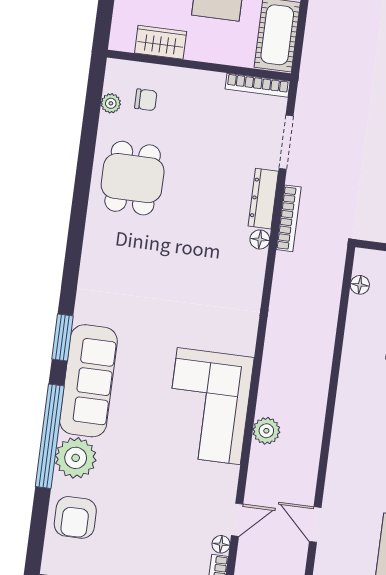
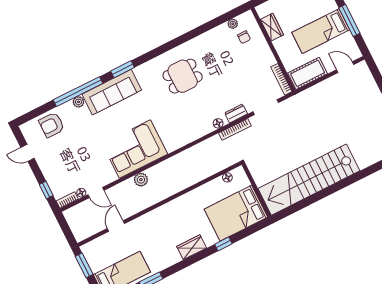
dining table: (133, 178) -> (183, 76), moved
dresser: (263, 199) -> (236, 113), width x0.70
plant: (76, 458) -> (78, 102), width x0.53, depth x0.53

